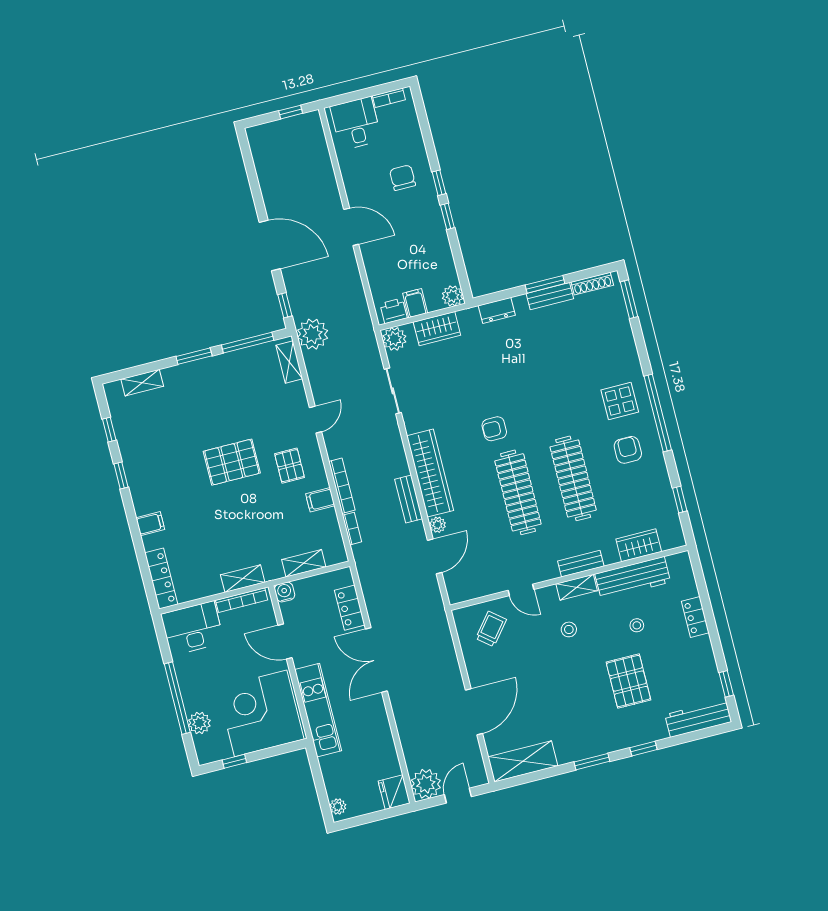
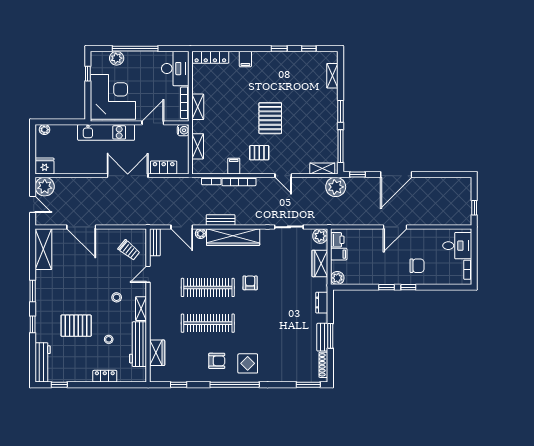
bench: (581, 564) -> (155, 242), moved

